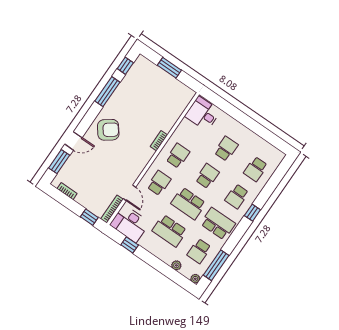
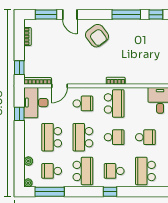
school desk: (178, 156) -> (114, 103), width x1.85
school desk: (256, 169) -> (145, 171), width x1.85

